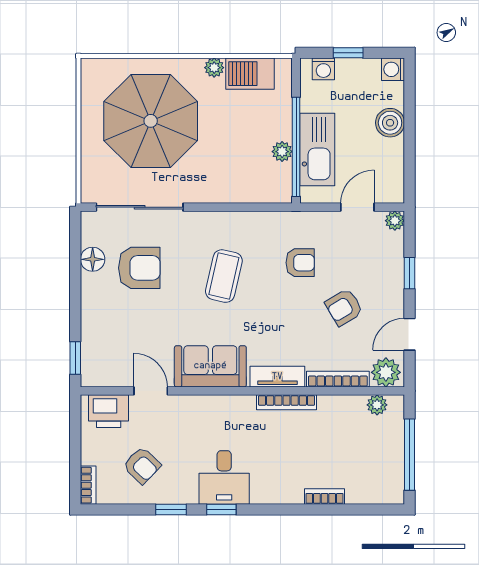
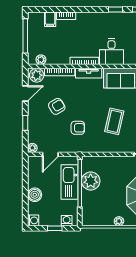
barbecue: (250, 74) -> (102, 218), removed
plant: (282, 152) -> (91, 181), width x1.87, depth x1.87
armchair: (300, 263) -> (78, 128), turned 180
desk: (224, 477) -> (111, 52), moved, turned 180
filing cabinet: (358, 489) -> (50, 19), added

